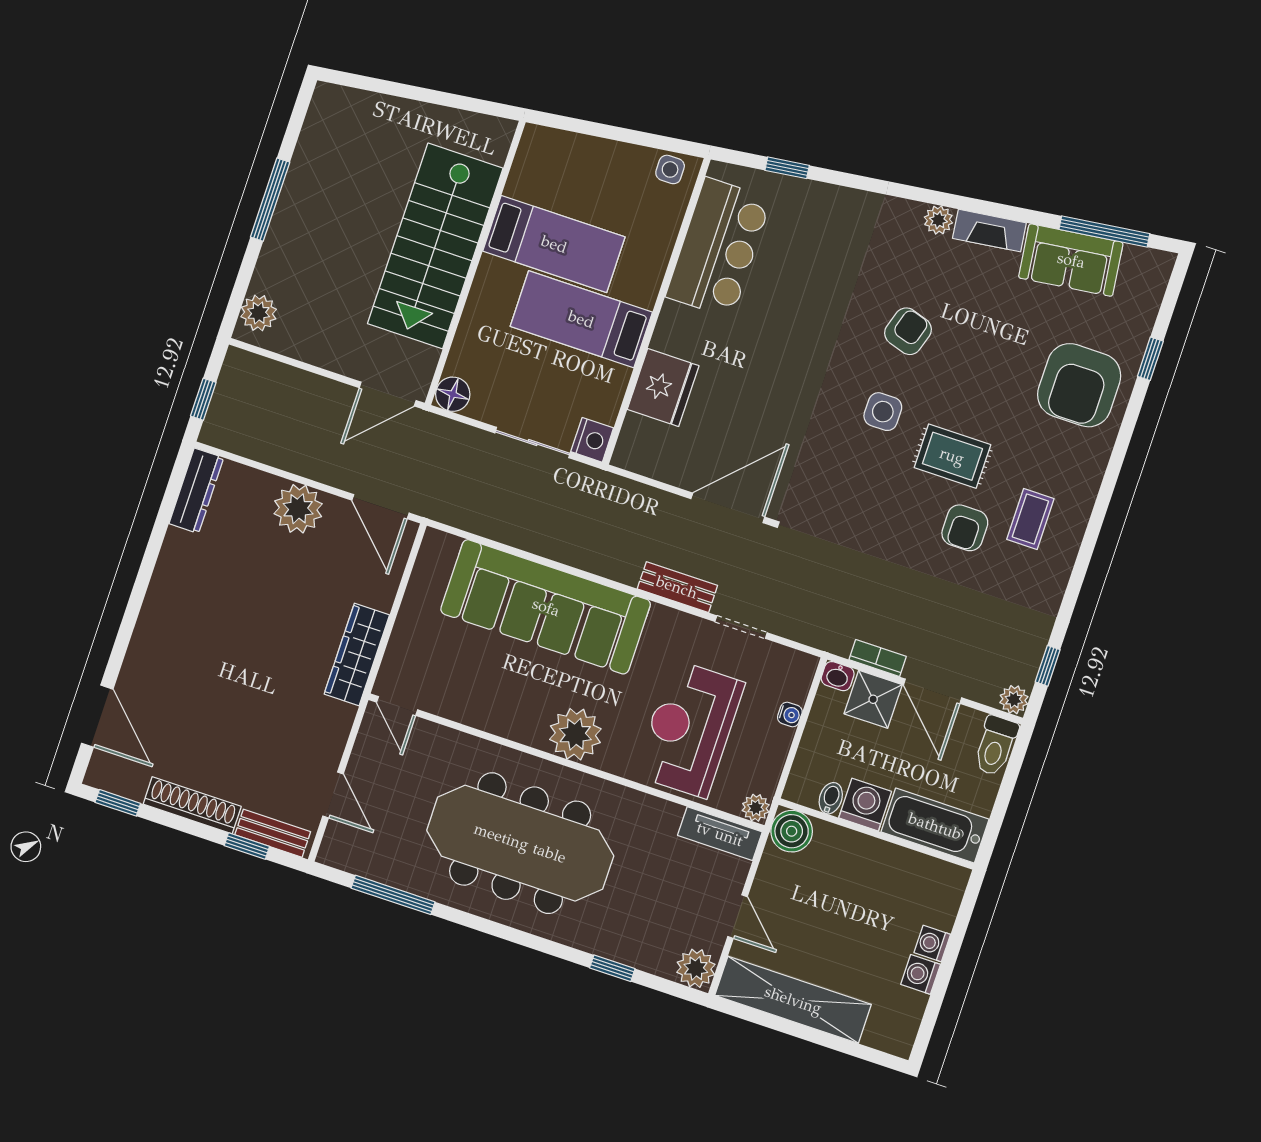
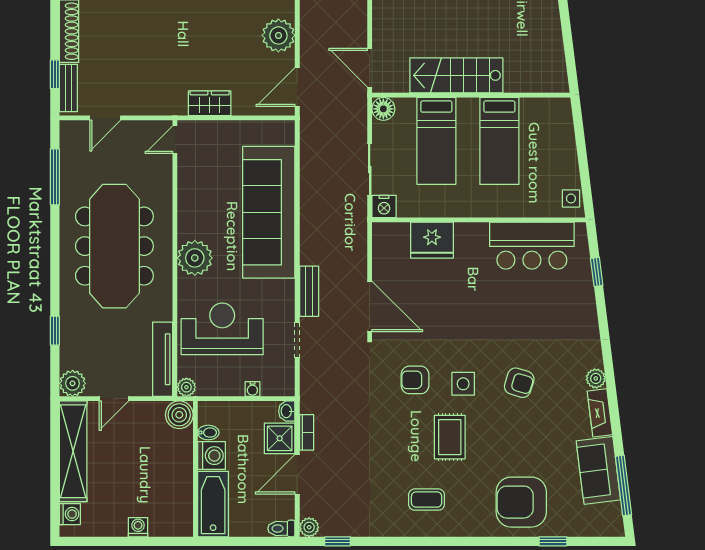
stairs: (435, 246) -> (456, 75), width x0.73, depth x0.66
bed: (581, 319) -> (436, 141), moved, turned 180
armchair: (965, 528) -> (415, 380), moved
wardrobe: (357, 654) -> (210, 103), width x0.67
toilet: (996, 746) -> (281, 529), width x0.73, depth x0.72
tv unit: (720, 834) -> (163, 359), width x1.41
washing machine: (921, 974) -> (70, 514), moved, turned 90

